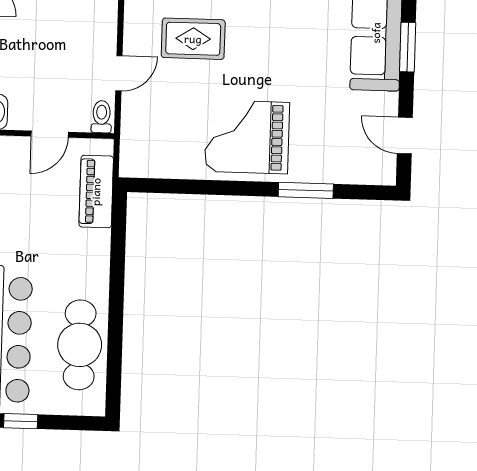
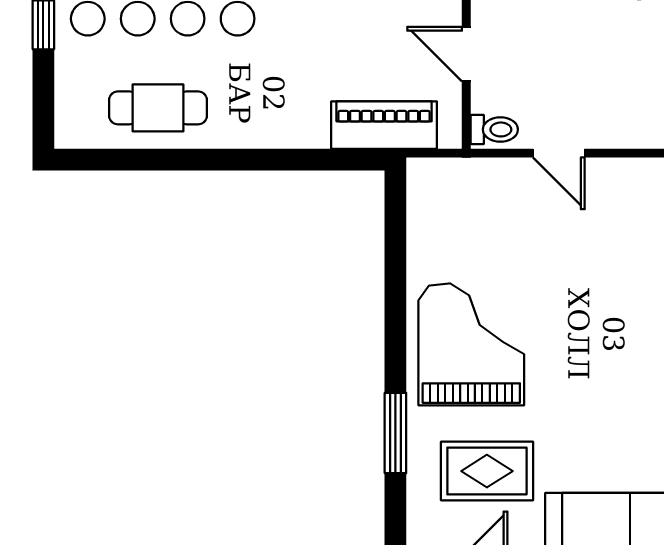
rug: (193, 39) -> (487, 471), moved, turned 90
cafe table: (80, 345) -> (158, 108), width x0.73, depth x0.74

